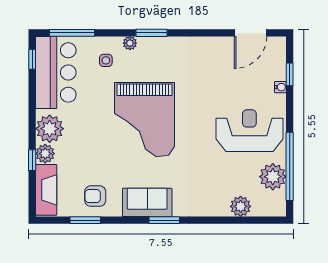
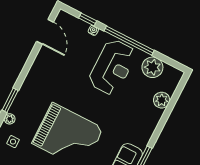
reception desk: (249, 131) -> (112, 67), turned 180
window: (290, 166) -> (129, 41), moved

